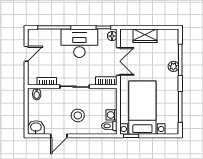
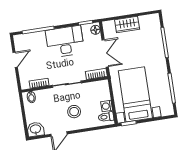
plant: (173, 66) -> (159, 50), removed

